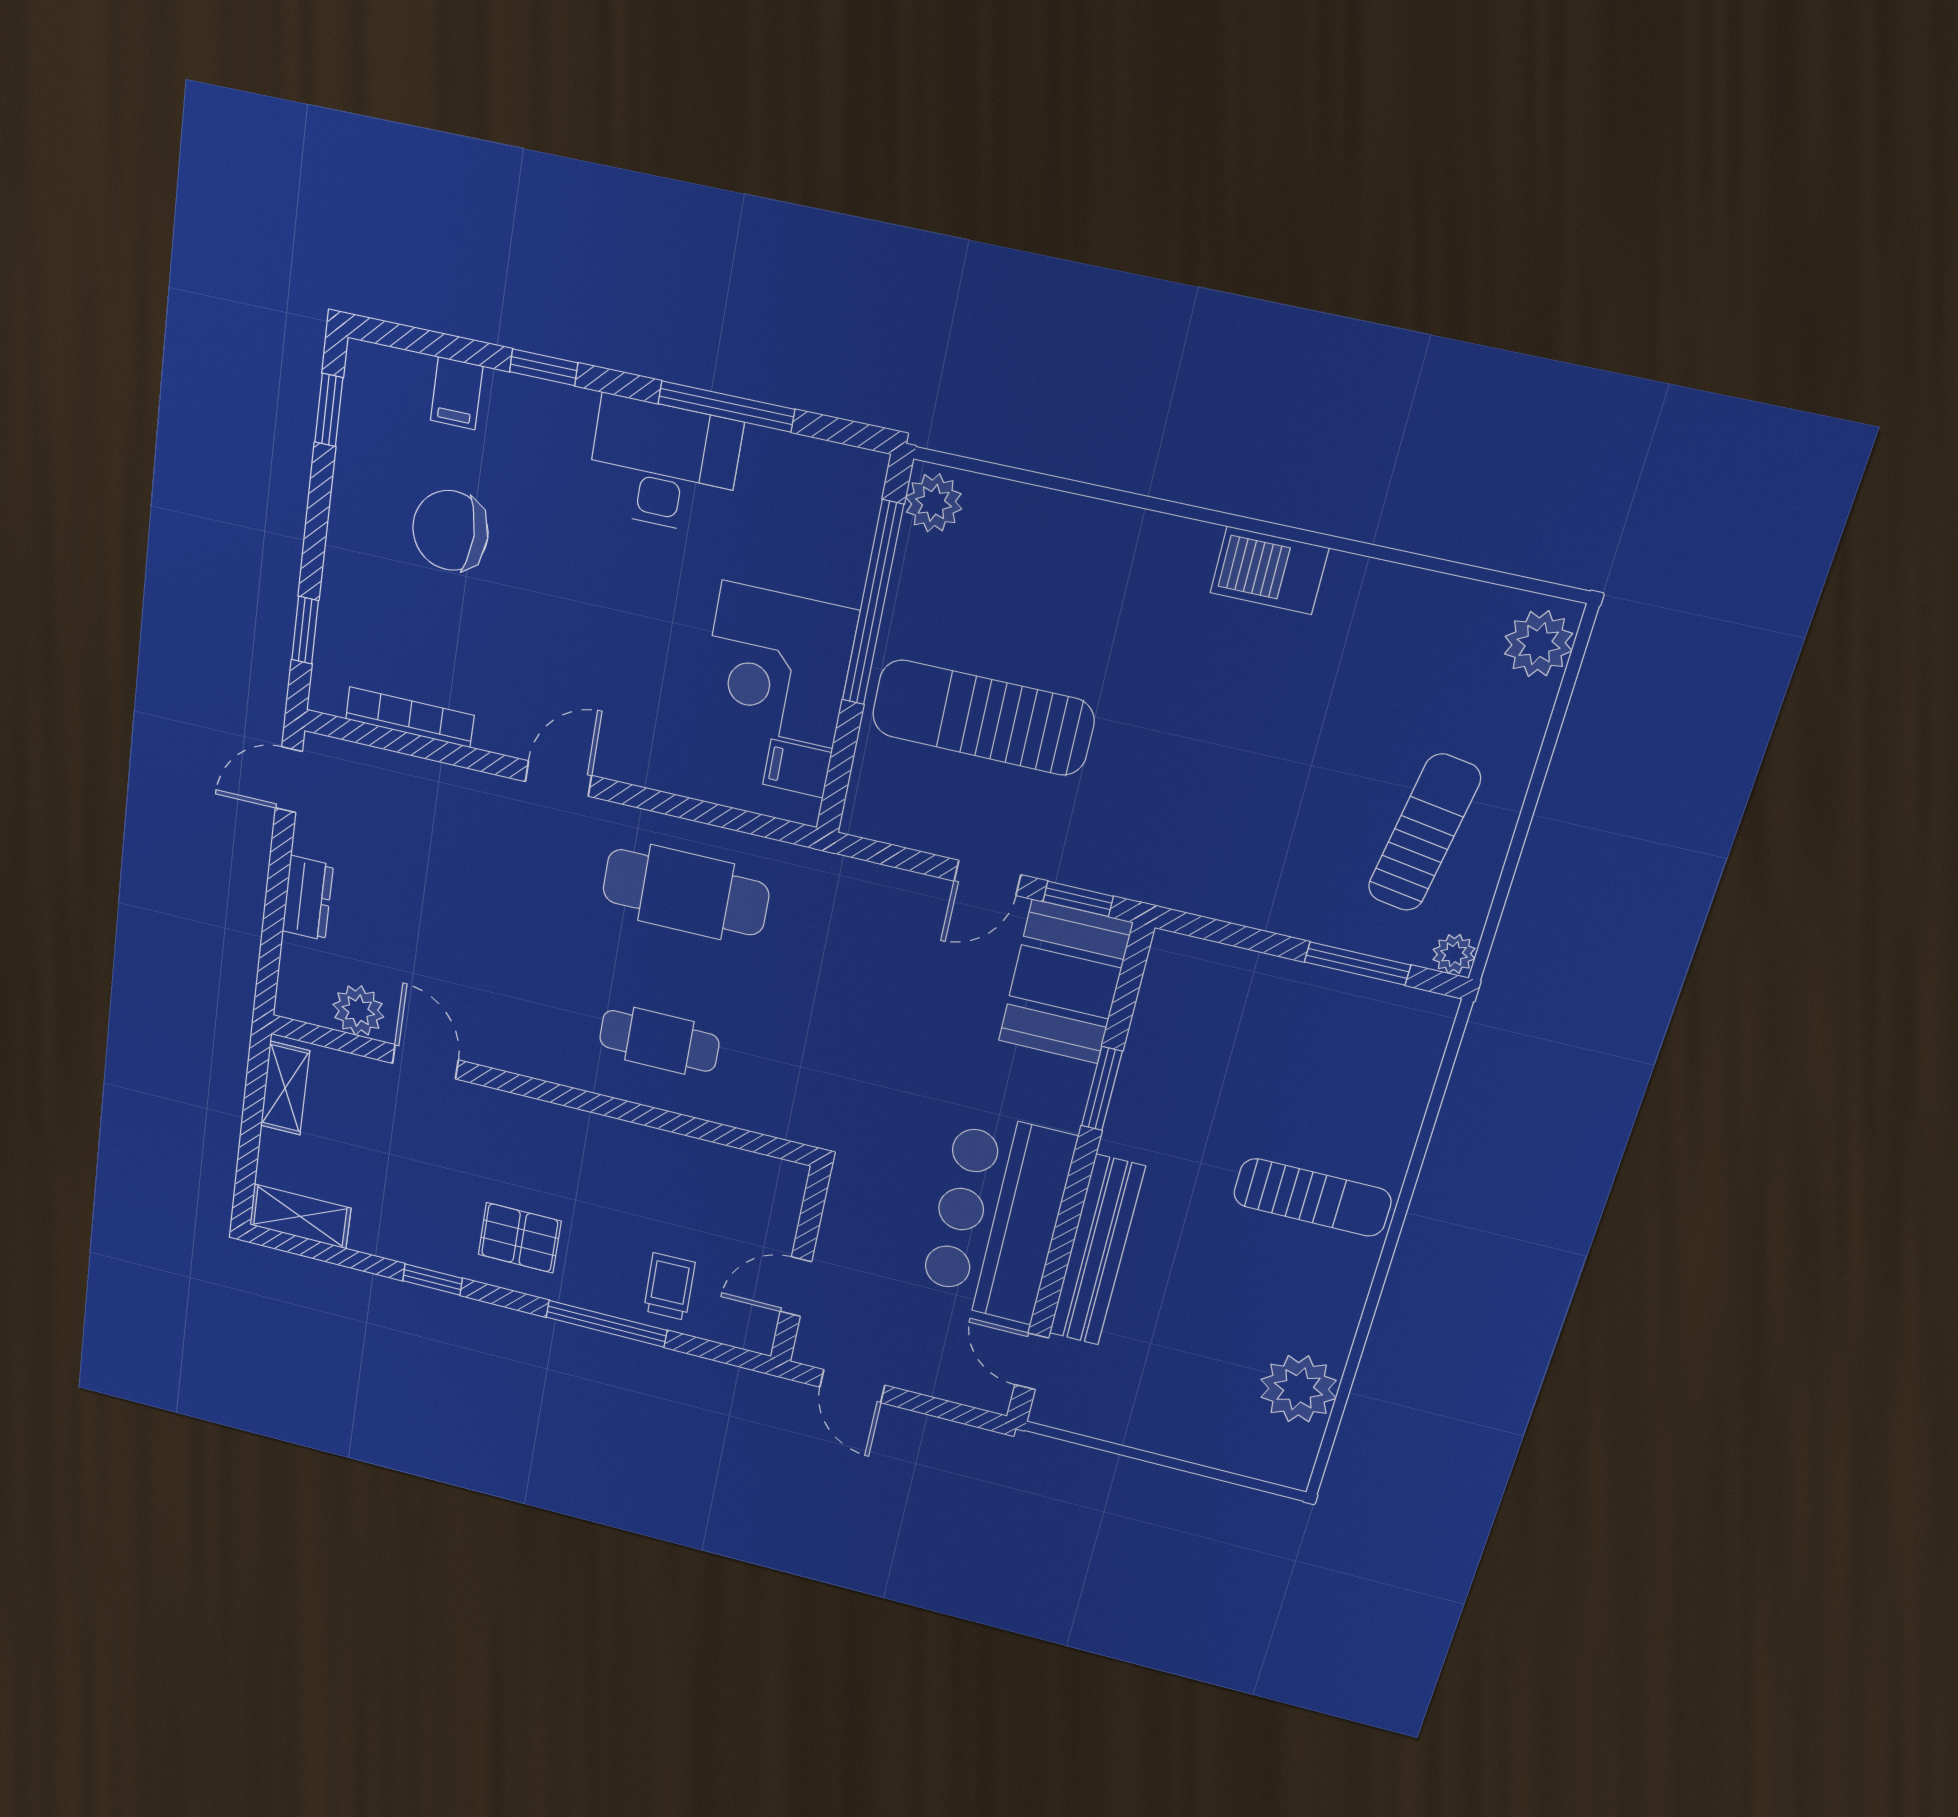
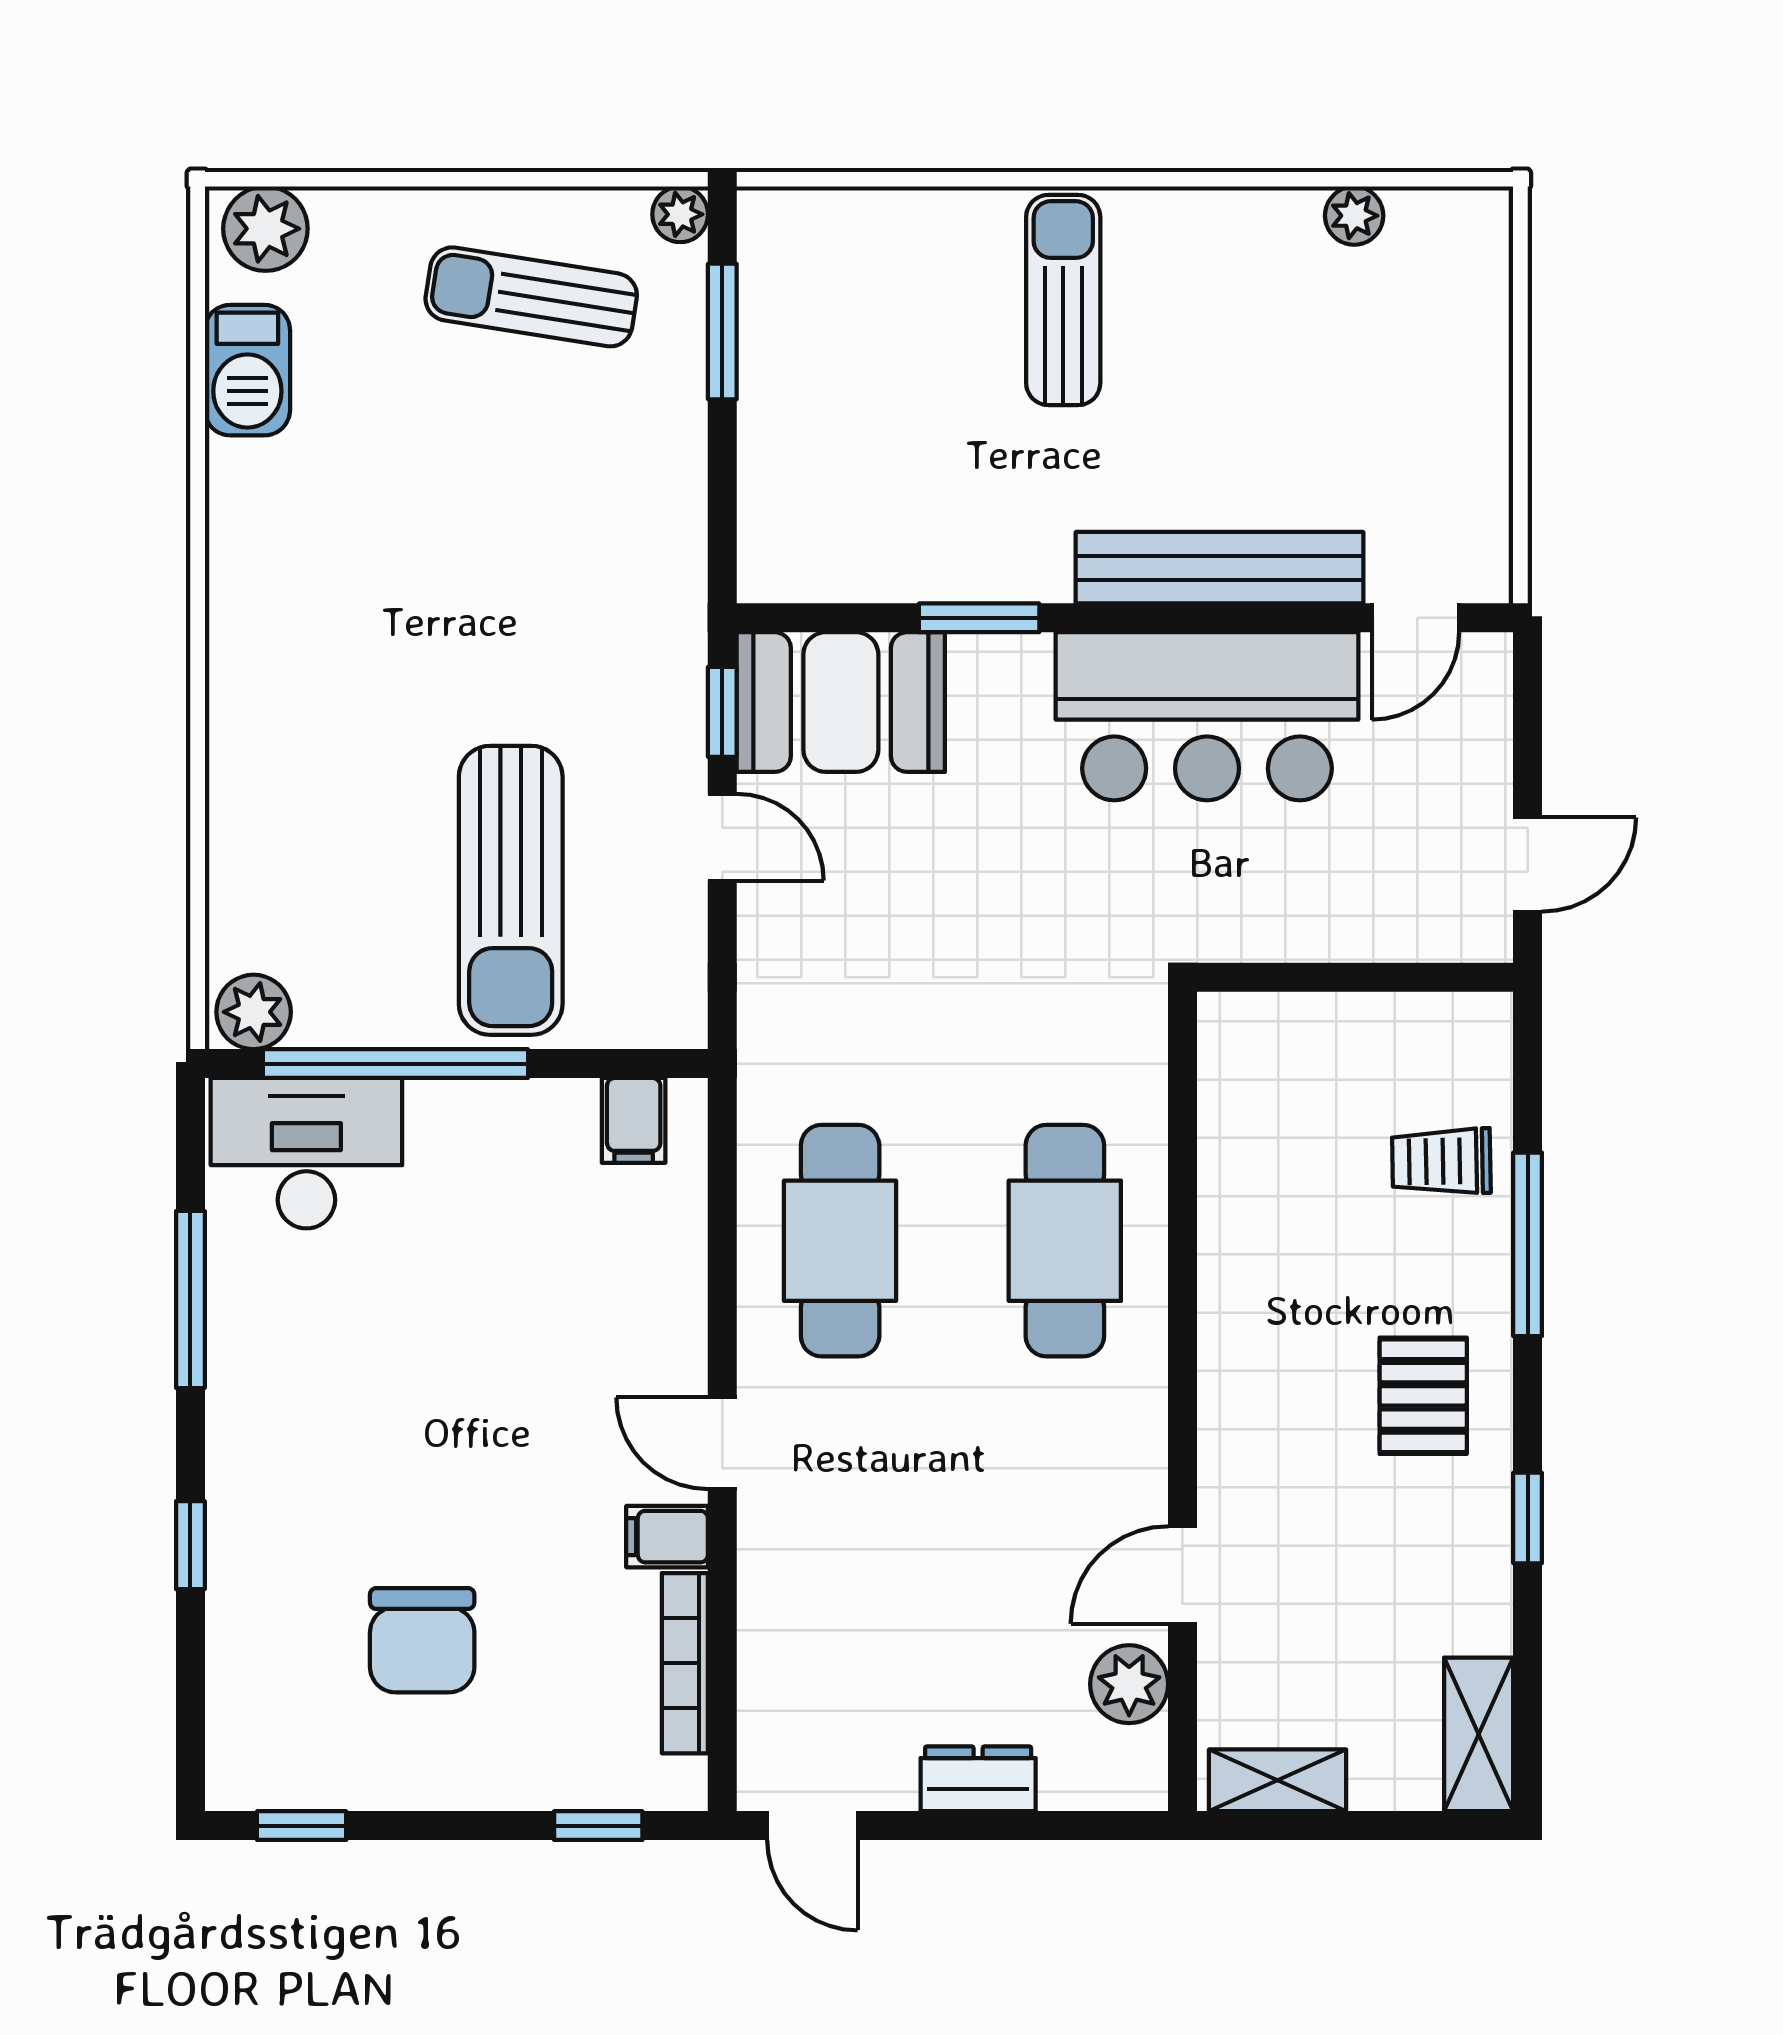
filing cabinet: (457, 393) -> (667, 1537), moved, turned 180
desk: (664, 466) -> (306, 1153), moved, turned 90
barbecue: (1269, 570) -> (247, 370), moved
corner desk: (778, 665) -> (502, 1172), removed
cafe table: (659, 1041) -> (1065, 1241), width x1.37, depth x1.35
door: (796, 1287) -> (1391, 977), removed
plant: (1298, 1389) -> (1354, 216), width x0.53, depth x0.53

